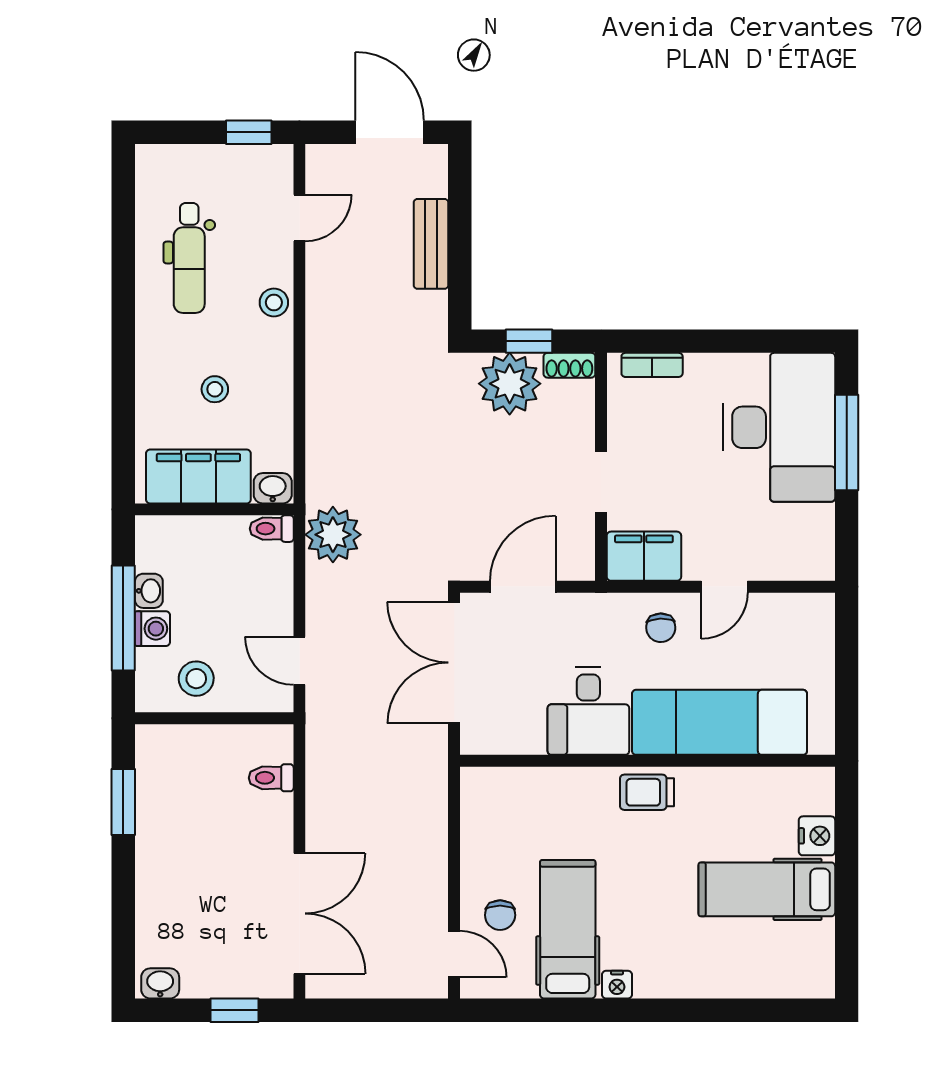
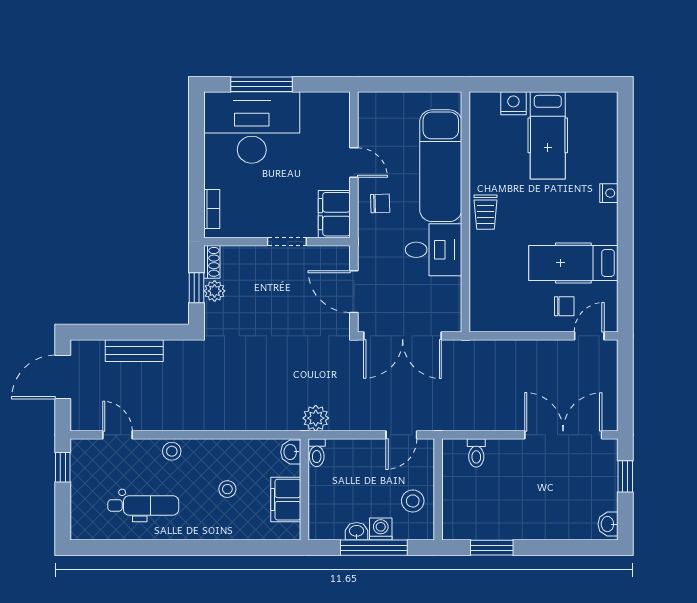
plant: (510, 384) -> (215, 291), width x0.53, depth x0.53
filing cabinet: (198, 476) -> (286, 500), width x0.67, depth x0.86
plant: (333, 535) -> (316, 418), width x0.73, depth x0.73
nightstand: (617, 985) -> (609, 193), moved

